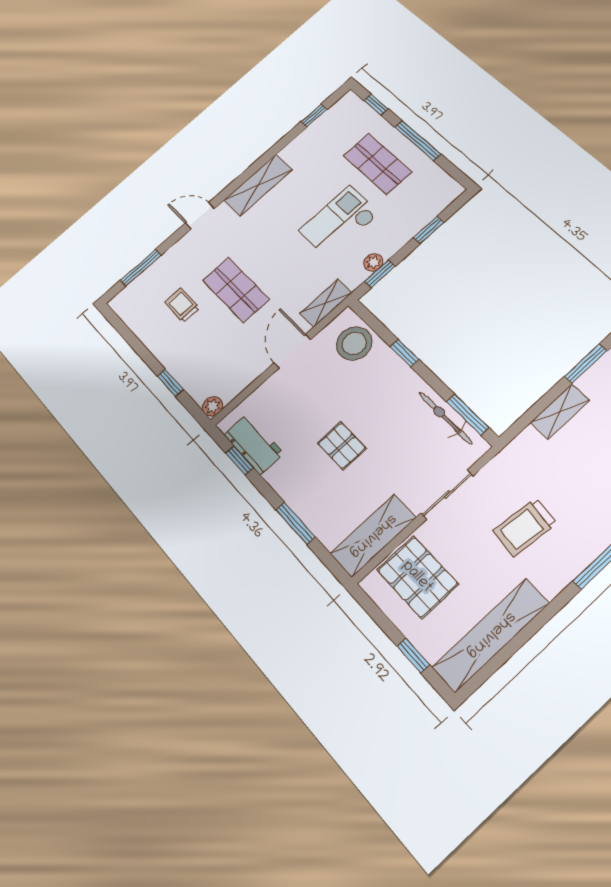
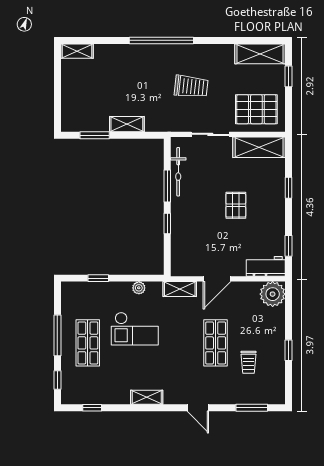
shelving: (258, 185) -> (147, 397), width x0.67, depth x0.75
window: (380, 274) -> (141, 278), removed
stool: (354, 343) -> (185, 253), removed
window: (170, 383) -> (289, 350), moved
plant: (213, 406) -> (273, 294), width x1.87, depth x1.87
window: (468, 415) -> (167, 186), moved
workbench: (254, 444) -> (266, 266), moved, turned 90
window: (296, 523) -> (289, 188), width x0.67
pallet: (417, 577) -> (256, 109), turned 90
shelving: (491, 635) -> (260, 54), width x0.68

